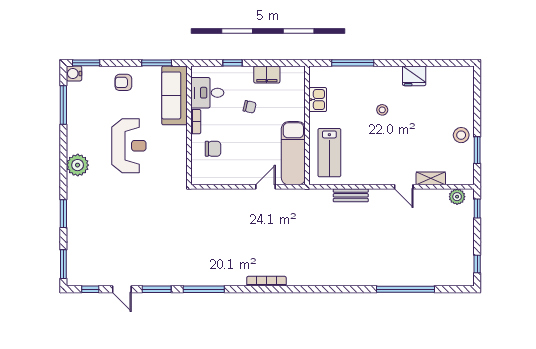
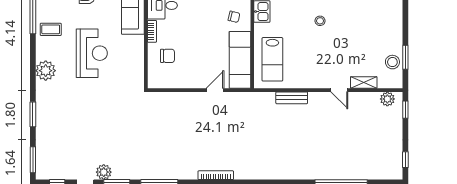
chair: (250, 107) -> (234, 17), moved
coffee table: (83, 119) -> (51, 29), added
stool: (461, 135) -> (392, 62), moved
plant: (142, 278) -> (104, 172), added

